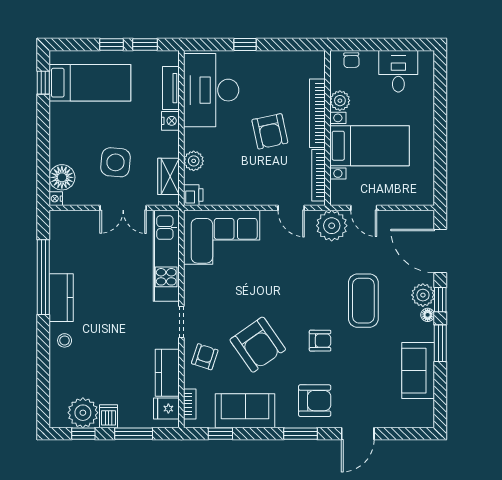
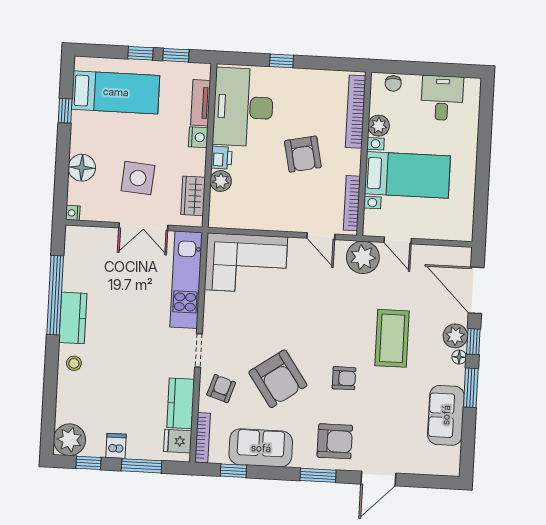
window: (43, 83) -> (65, 111), moved
bookcase: (317, 113) -> (356, 112), moved
floor lamp: (62, 177) -> (82, 168), moved
printer: (193, 195) -> (222, 158), moved
bookcase: (190, 404) -> (203, 438), width x1.56
plant: (83, 413) -> (70, 440), moved

